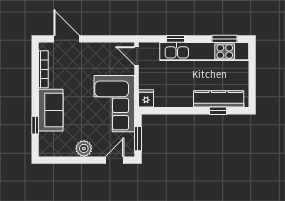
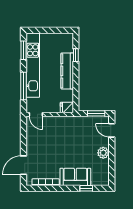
window: (175, 39) -> (23, 86), width x2.17
door: (137, 56) -> (36, 114), hinge flipped
kitchen counter: (219, 99) -> (67, 71), moved
corner sofa: (114, 104) -> (71, 131), removed

